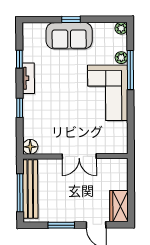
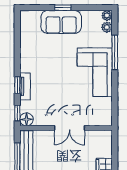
plant: (121, 58) -> (107, 27), moved
window: (19, 59) -> (17, 113), moved
tv unit: (28, 78) -> (25, 86), moved

